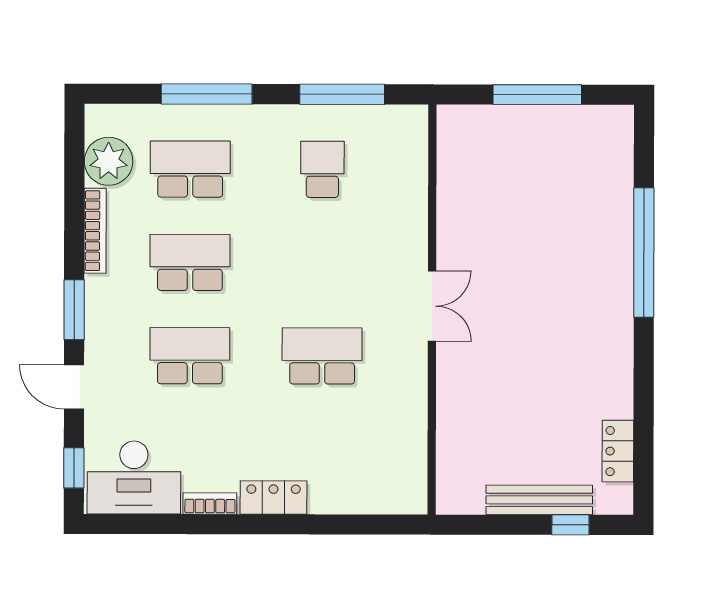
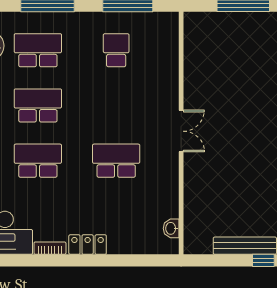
washbasin: (415, 471) -> (171, 228), added

